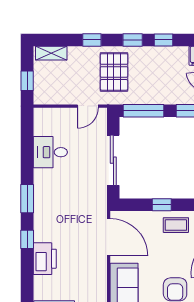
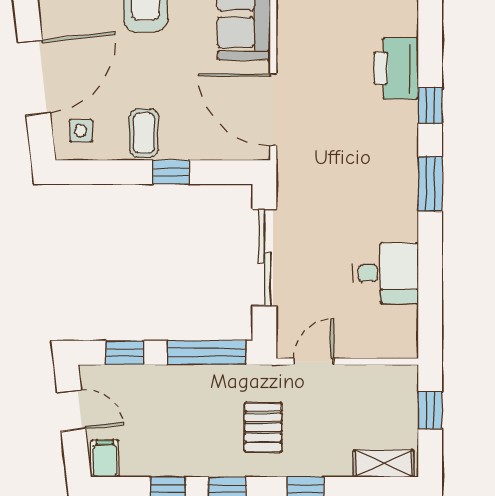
pallet: (114, 72) -> (263, 427), width x0.67, depth x0.71
coffee table: (176, 225) -> (144, 133), turned 90

